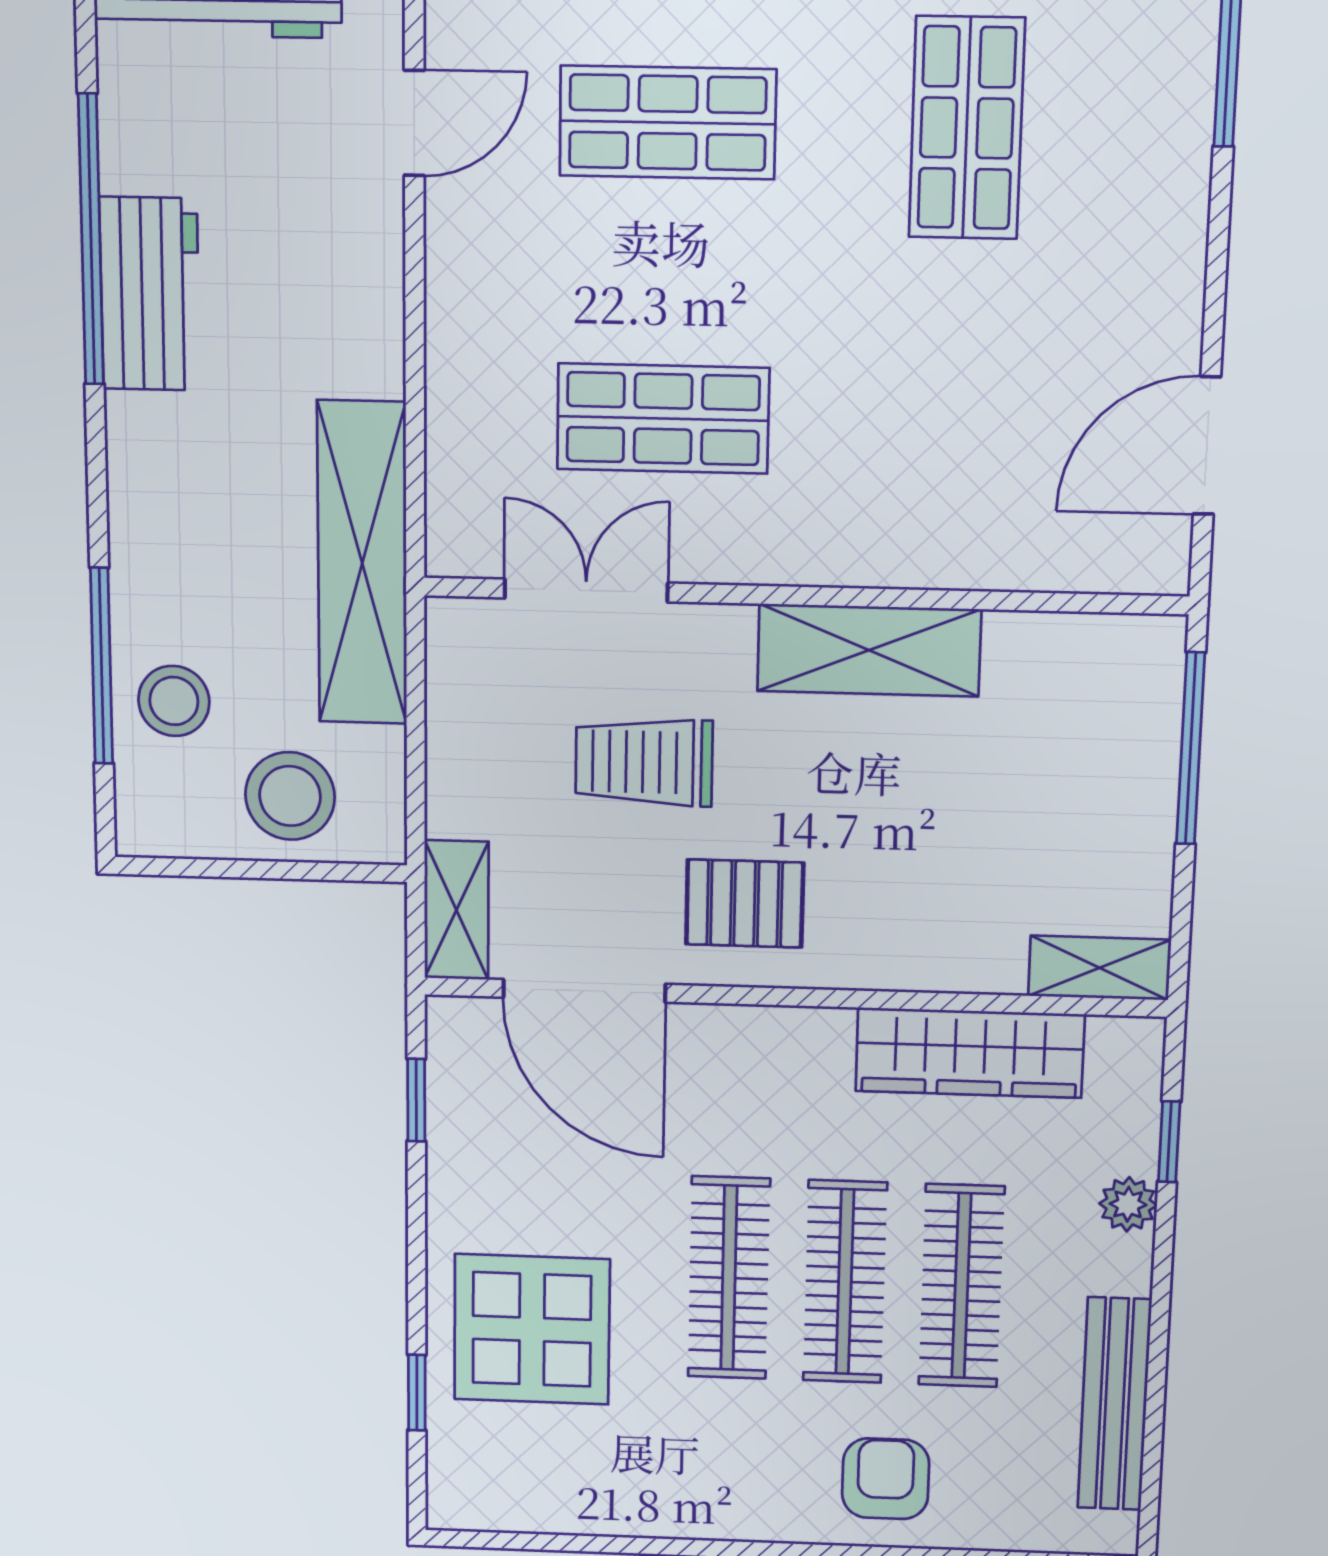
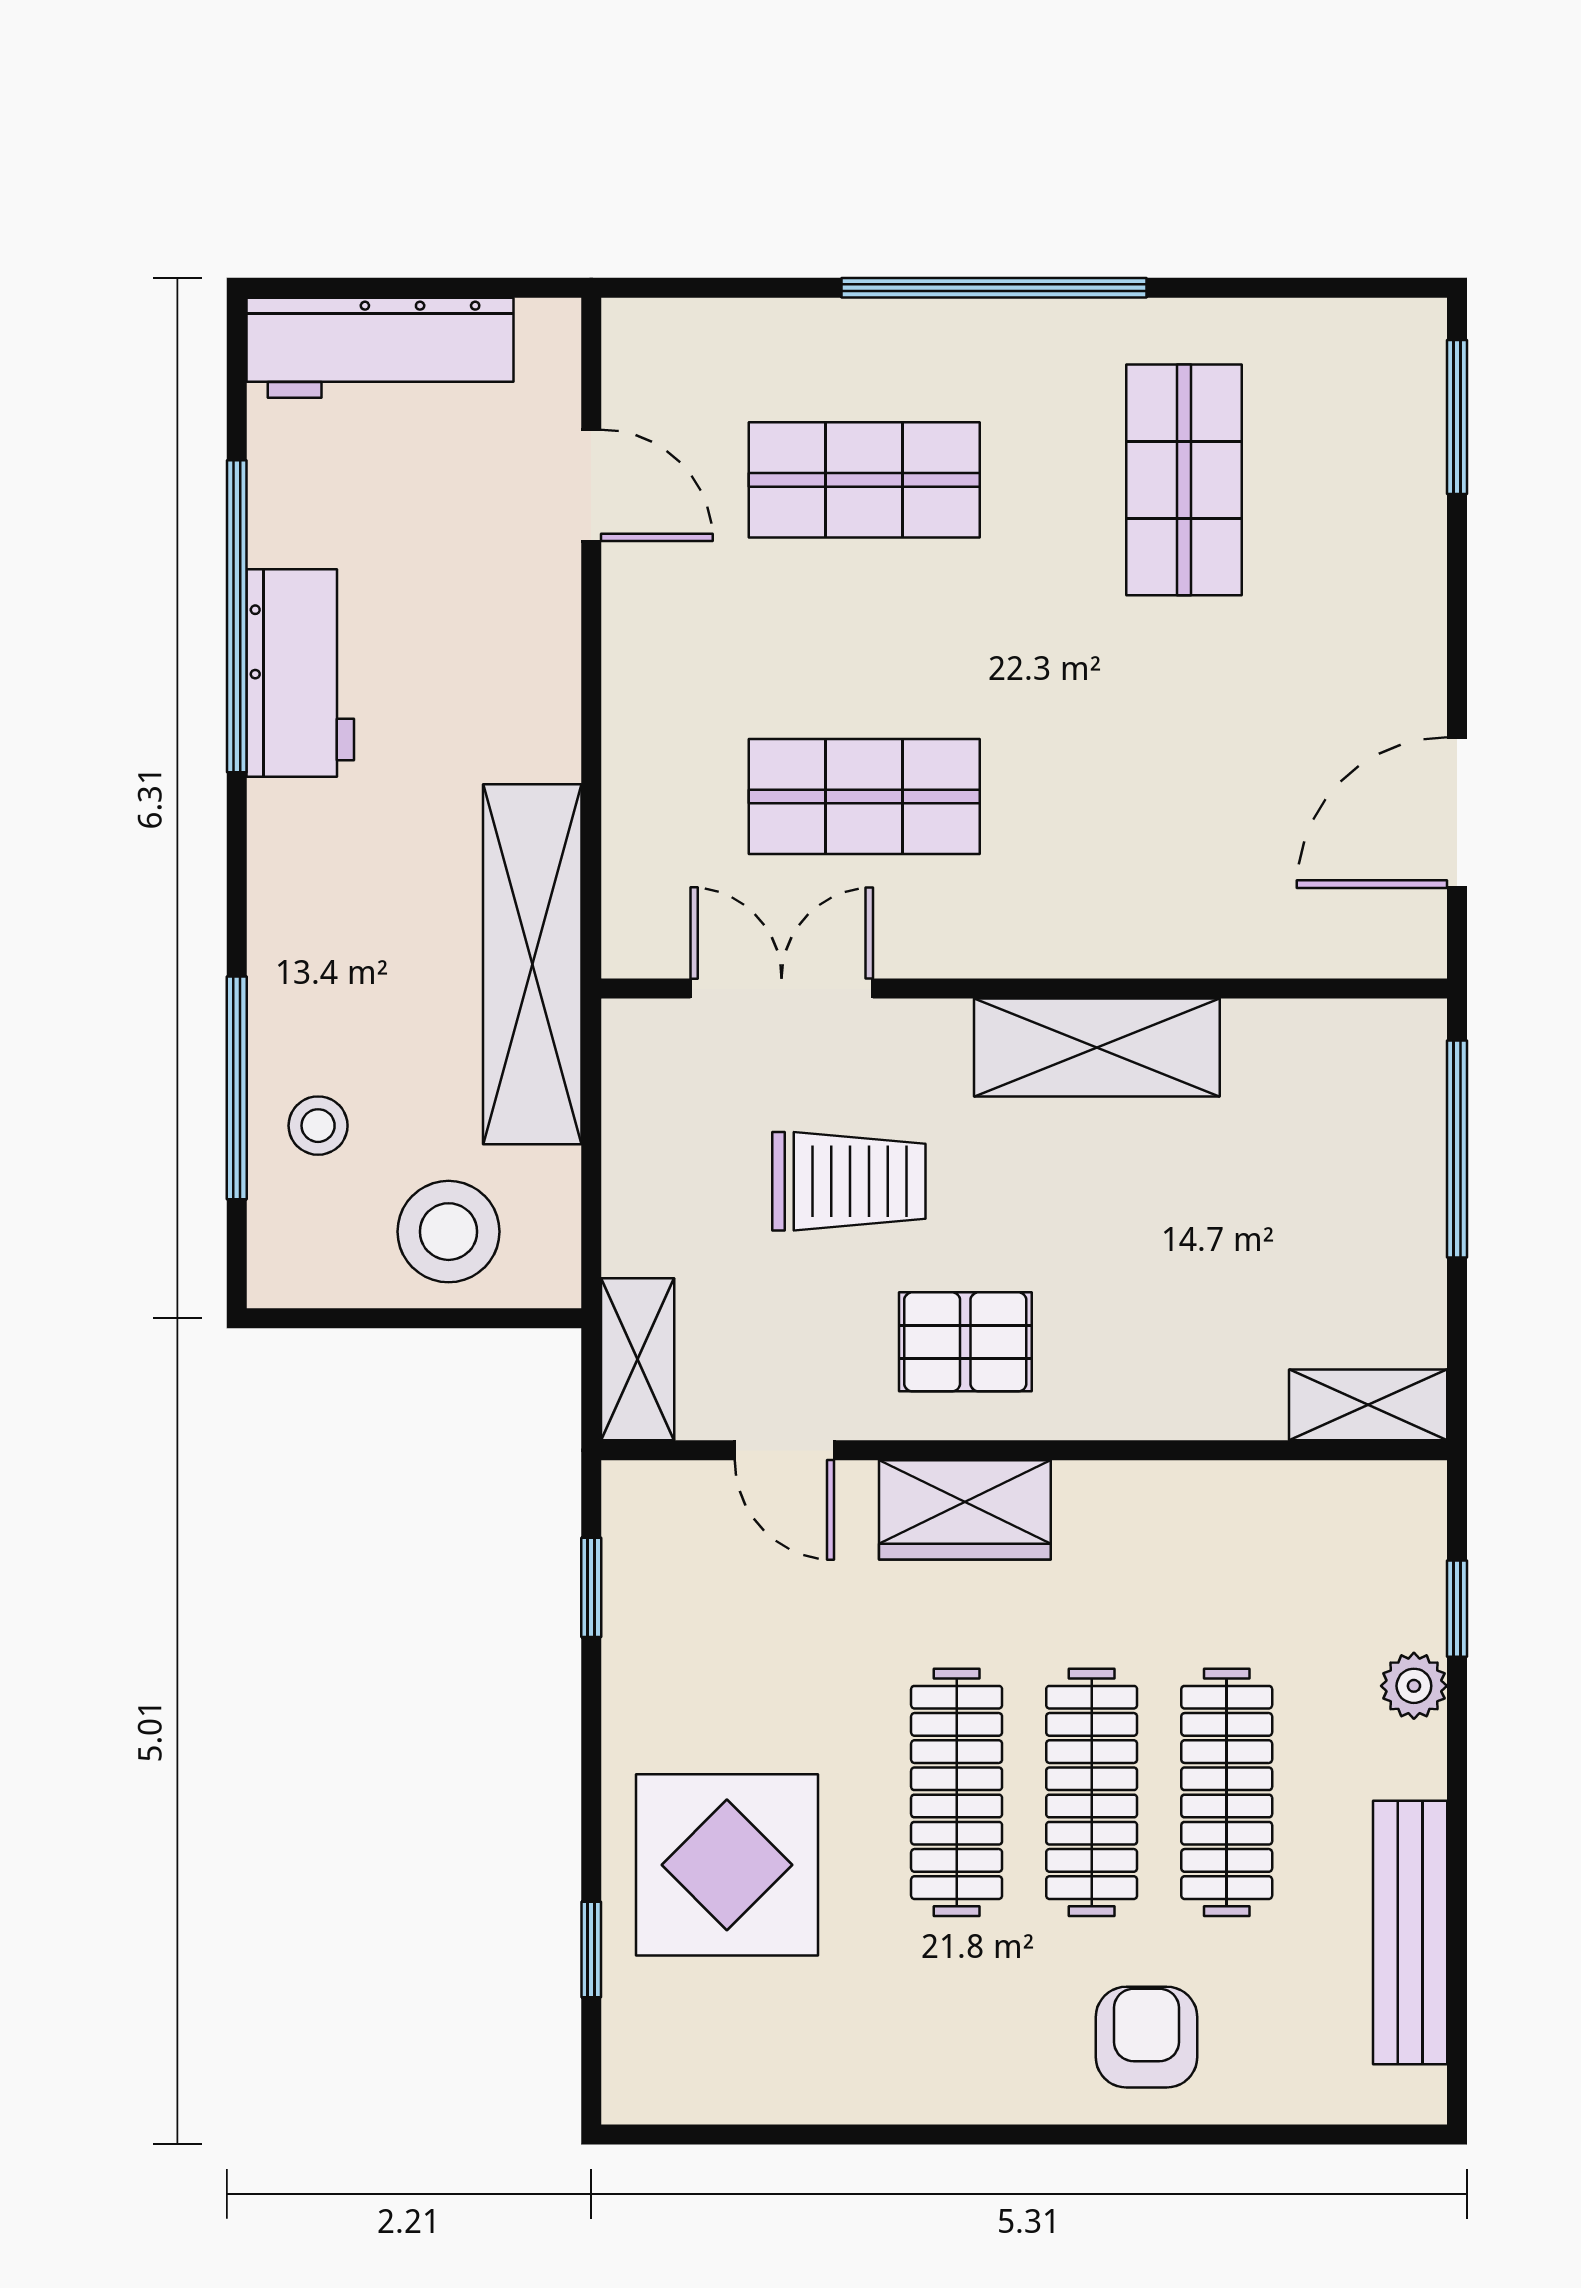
door: (414, 123) -> (591, 485), hinge flipped
stool: (174, 701) -> (318, 1126), width x0.73, depth x0.73
trolley: (644, 762) -> (849, 1181), turned 180
door: (584, 991) -> (784, 1450), width x0.53
wardrobe: (970, 1053) -> (965, 1510), moved, width x0.67

